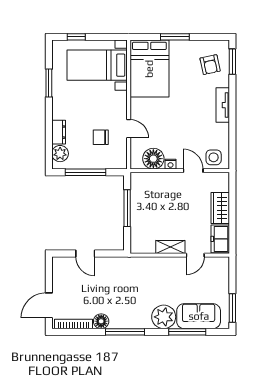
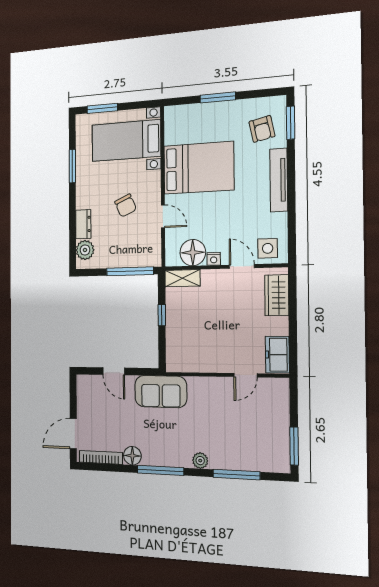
window: (76, 37) -> (102, 108), width x1.50
bed: (149, 69) -> (199, 168), moved, turned -90
tv unit: (223, 105) -> (279, 180), width x1.41
chair: (101, 137) -> (126, 206), moved, turned -114
window: (86, 172) -> (130, 271), moved
window: (127, 208) -> (162, 315), width x0.46
wardrobe: (220, 208) -> (277, 295), moved
shelving: (170, 247) -> (182, 278), moved
sofa: (199, 316) -> (161, 392), moved, turned 180
plant: (164, 317) -> (200, 461), width x0.53, depth x0.53

